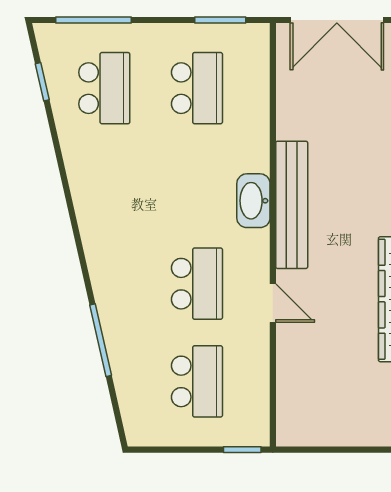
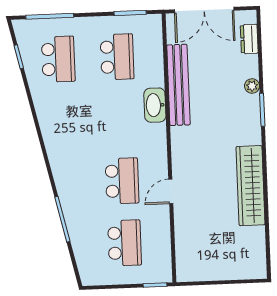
washbasin: (253, 201) -> (155, 105), moved
bench: (292, 205) -> (178, 85), moved
door: (273, 303) -> (171, 191), swing flipped

